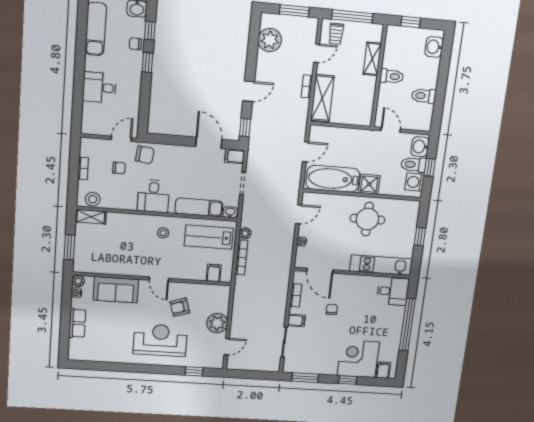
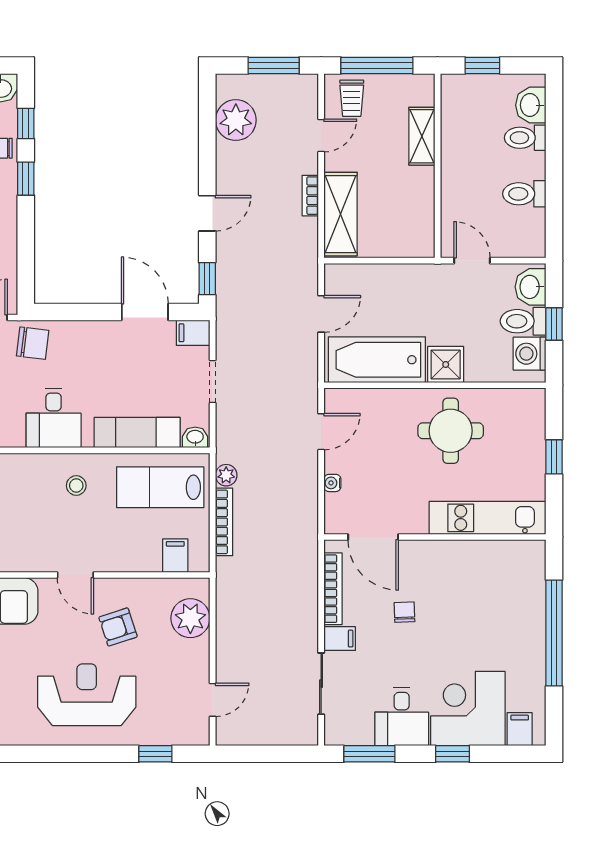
toilet: (392, 76) -> (525, 138), moved, turned 180
desk: (393, 291) -> (402, 717), moved, turned 90
bookcase: (296, 295) -> (333, 589), width x1.56
plant: (217, 323) -> (190, 618), moved

